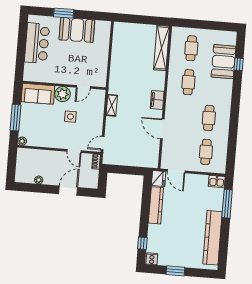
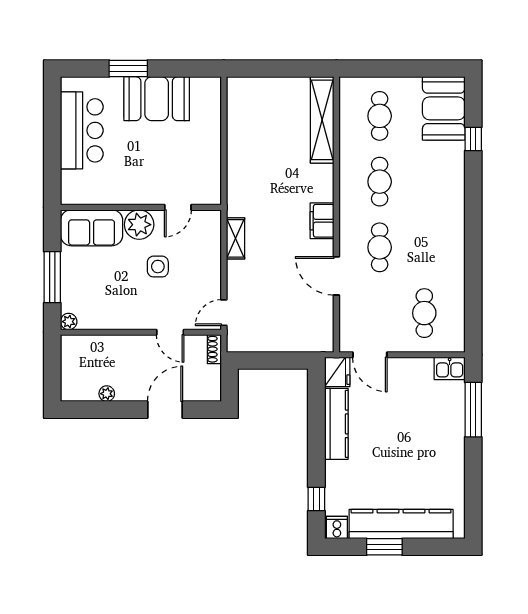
booth: (224, 62) -> (444, 108), moved
cafe table: (209, 118) -> (380, 247), moved
kitchen counter: (213, 238) -> (401, 524), moved, turned 90

